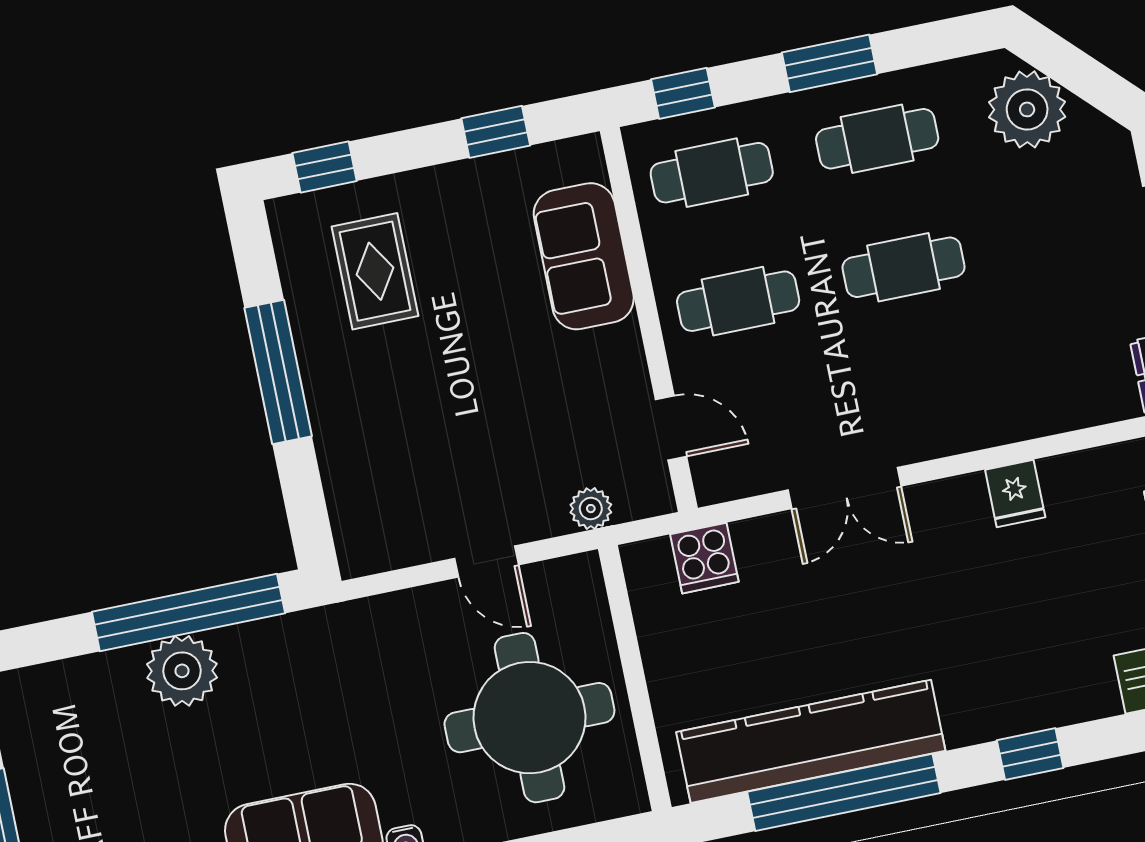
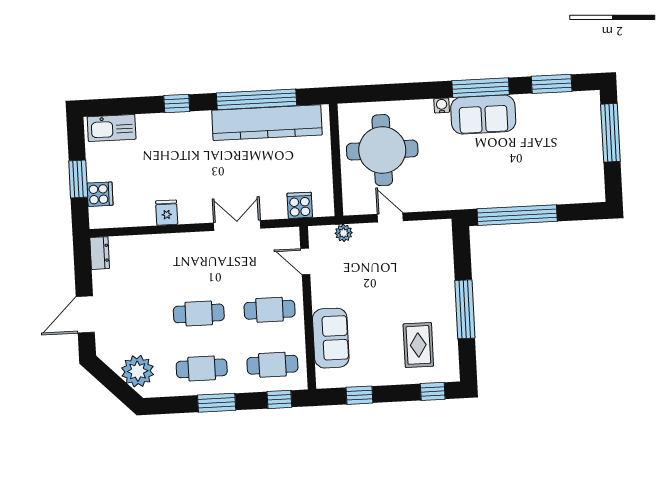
plant: (182, 671) -> (523, 191), removed

